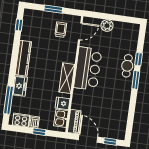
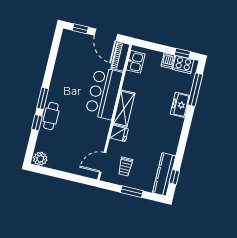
plant: (107, 26) -> (40, 159), moved
kitchen counter: (23, 58) -> (164, 174), moved
bar counter: (88, 69) -> (104, 93), moved
fridge: (63, 103) -> (119, 133), moved
window: (39, 132) -> (182, 53), moved

